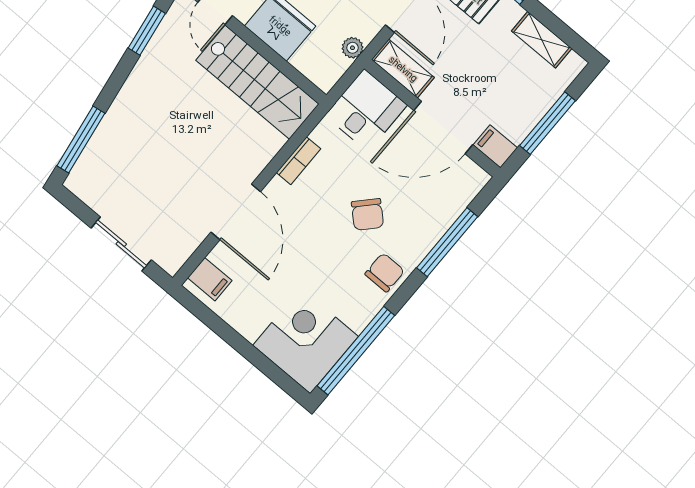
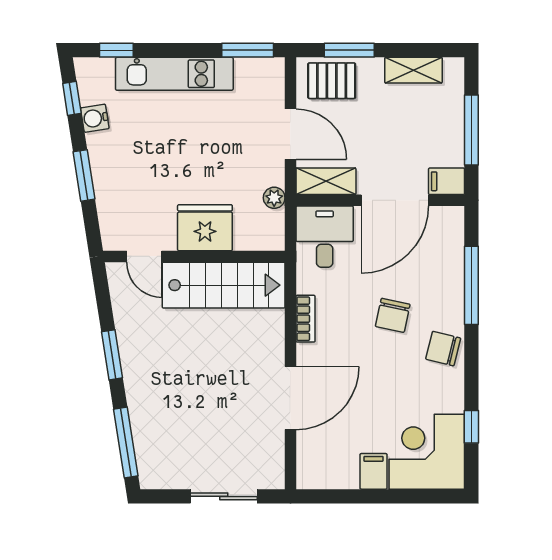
window: (147, 31) -> (112, 355), moved
door: (236, 212) -> (290, 398), hinge flipped
chair: (367, 214) -> (393, 315), turned 59
chair: (385, 272) -> (443, 349), turned -76
filing cabinet: (210, 279) -> (374, 471), moved, turned -90
window: (356, 351) -> (471, 427), width x0.32

